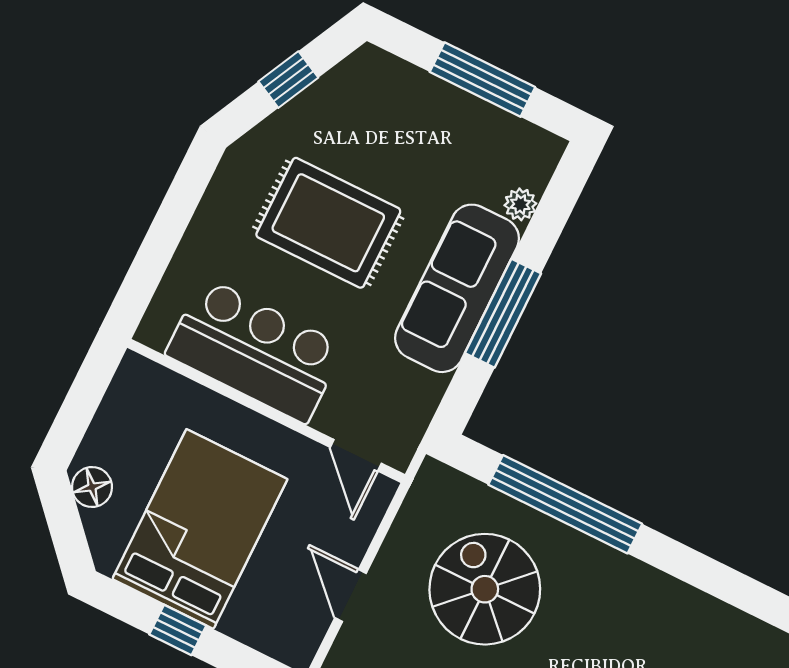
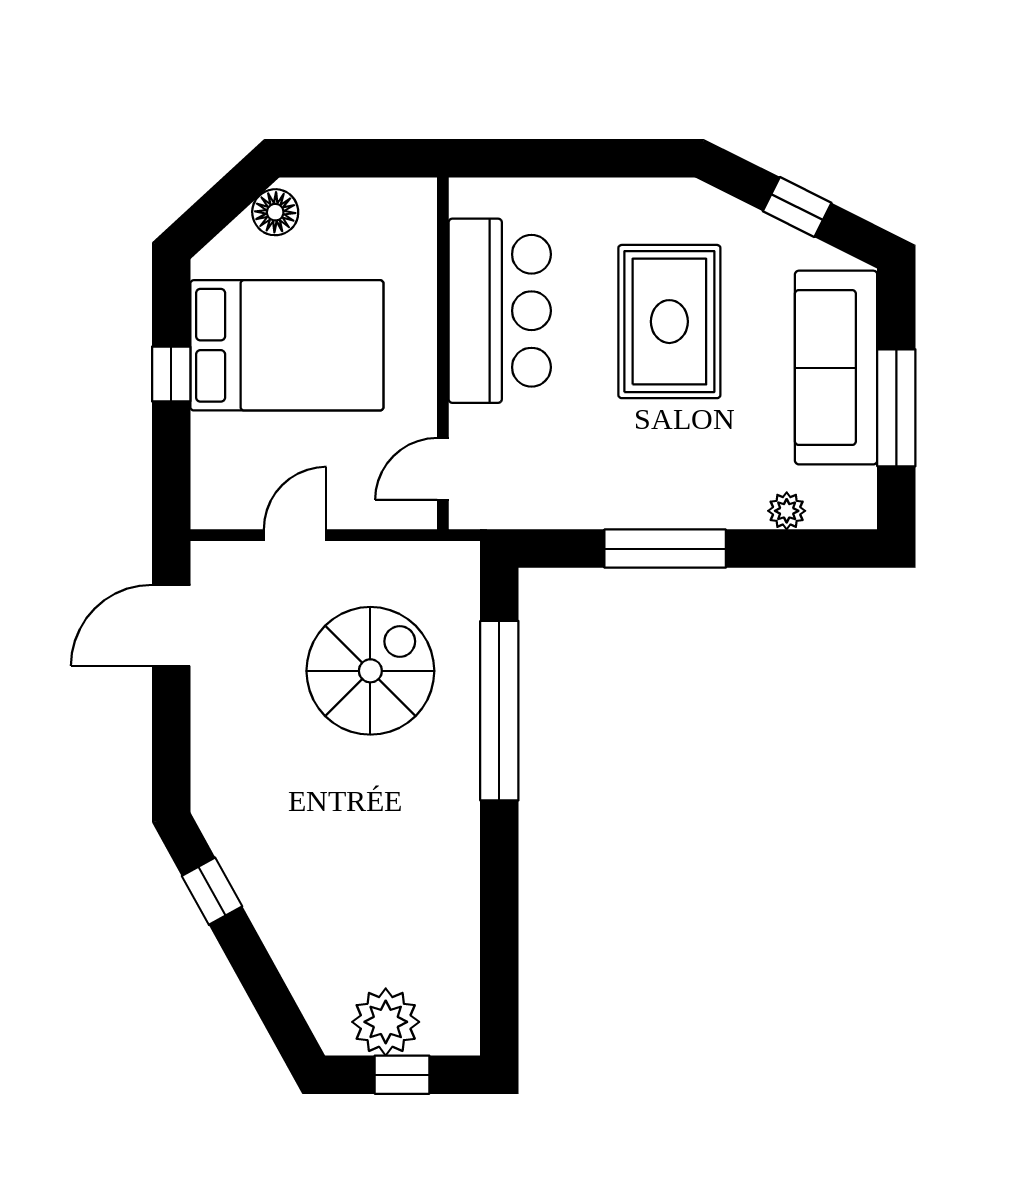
sofa: (457, 288) -> (836, 368), moved, turned -90

